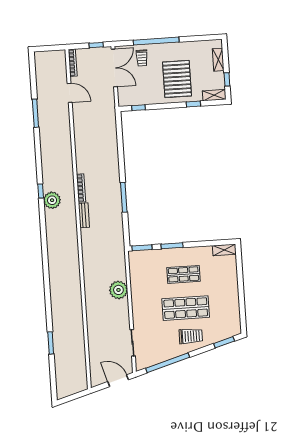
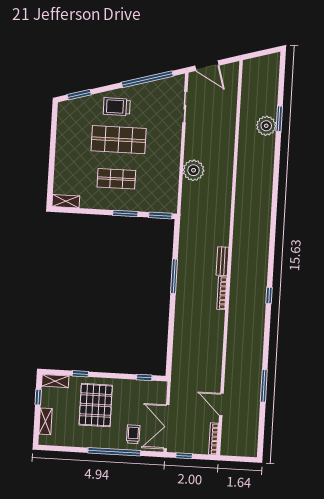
plant: (52, 200) -> (266, 126), moved

